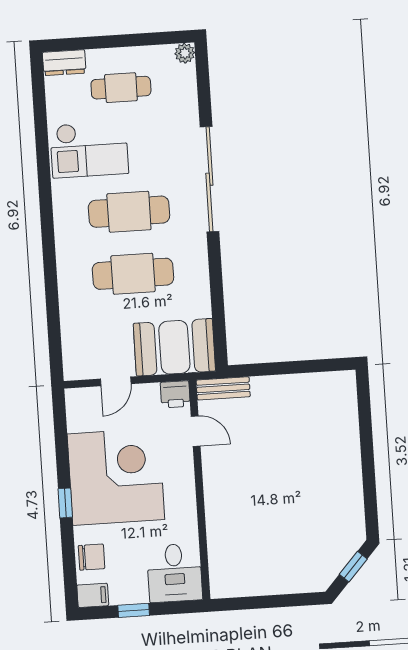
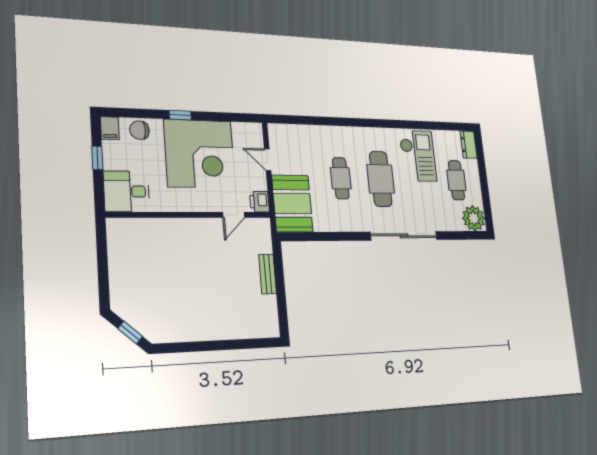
plant: (185, 53) -> (474, 218), width x1.88, depth x1.88
checkout: (89, 149) -> (418, 156), turned 180
cafe table: (133, 274) -> (341, 178), width x0.73, depth x0.74
bench: (223, 388) -> (268, 274), moved
chair: (92, 557) -> (139, 130), turned 90

